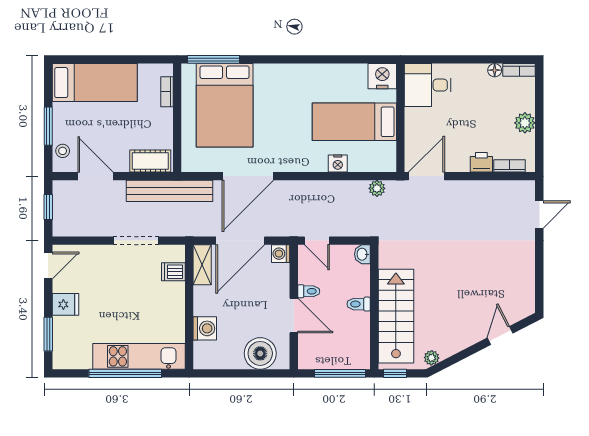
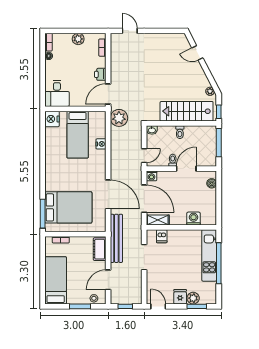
printer: (481, 162) -> (100, 74), moved
door: (427, 176) -> (108, 94), hinge flipped
plant: (377, 188) -> (119, 118), width x1.88, depth x1.88
plant: (63, 328) -> (193, 298), added
boiler: (260, 353) -> (212, 183), width x0.54, depth x0.54

